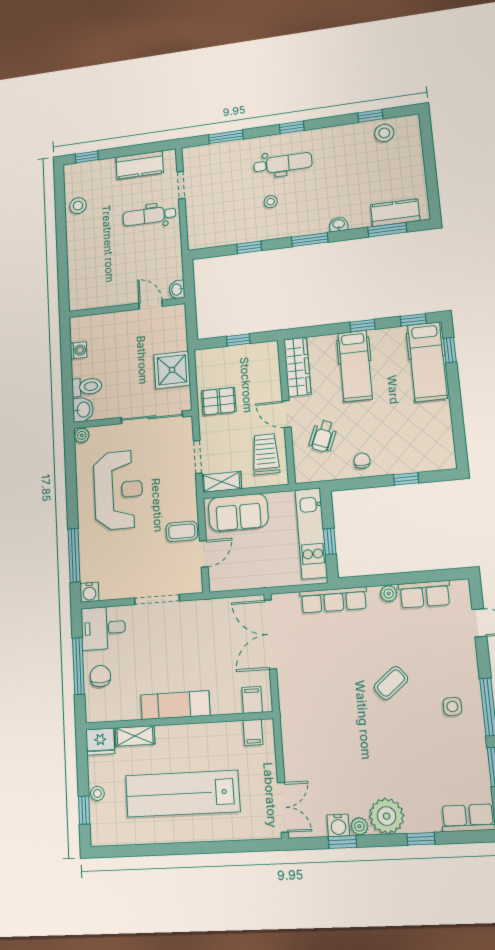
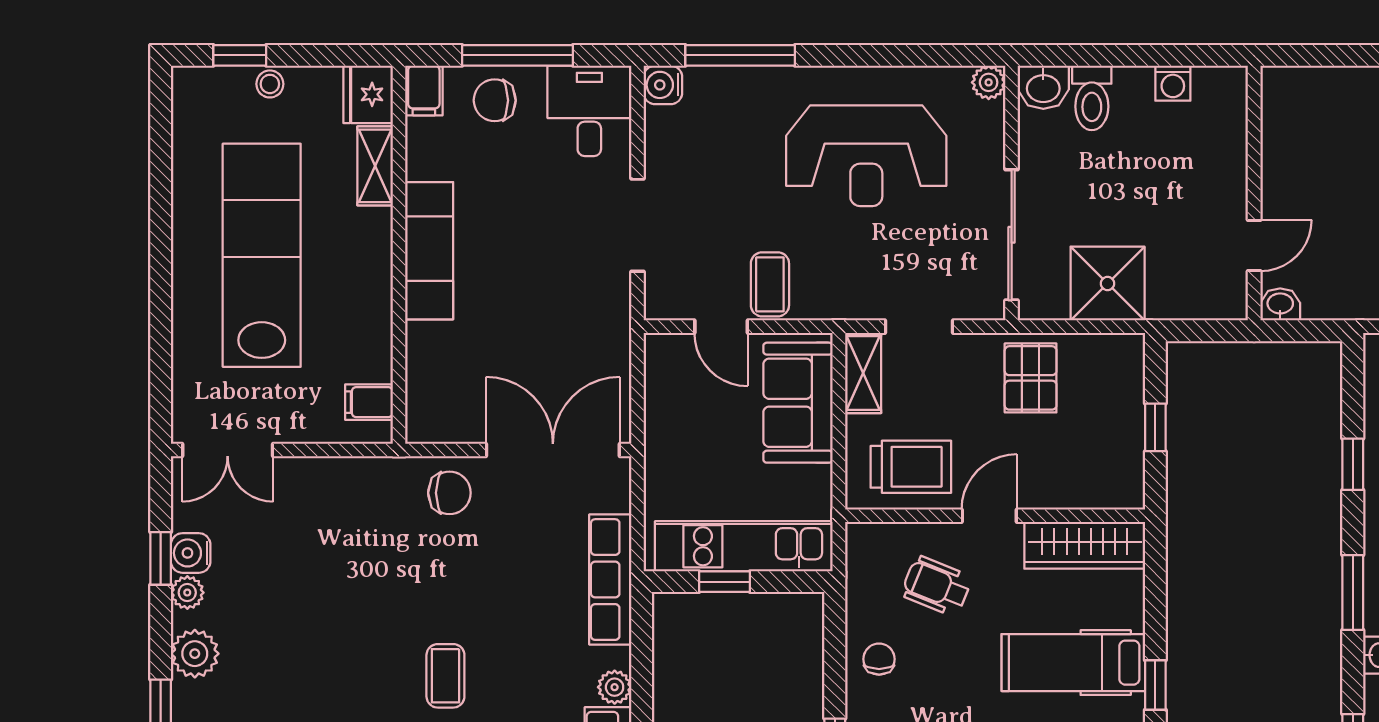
chair: (362, 461) -> (879, 659), turned -90
chair: (100, 676) -> (495, 100), turned 180
coffee table: (391, 683) -> (445, 676), turned 39
chair: (296, 687) -> (449, 493), added
filing cabinet: (252, 700) -> (424, 91), moved, turned 90
plant: (387, 816) -> (195, 654), width x0.73, depth x0.73

